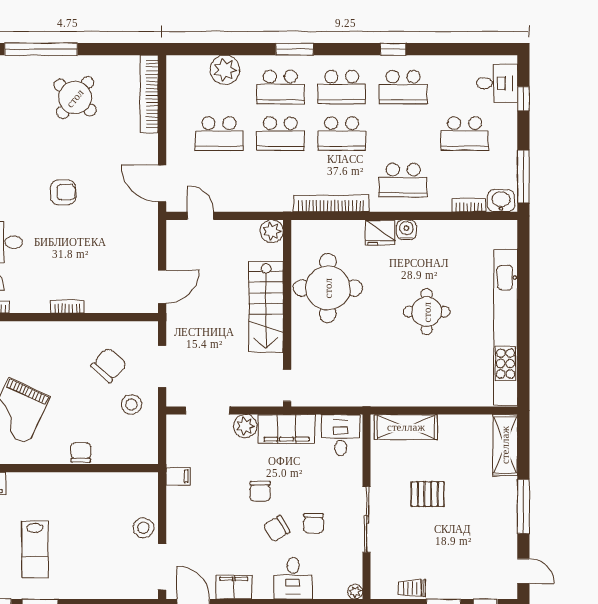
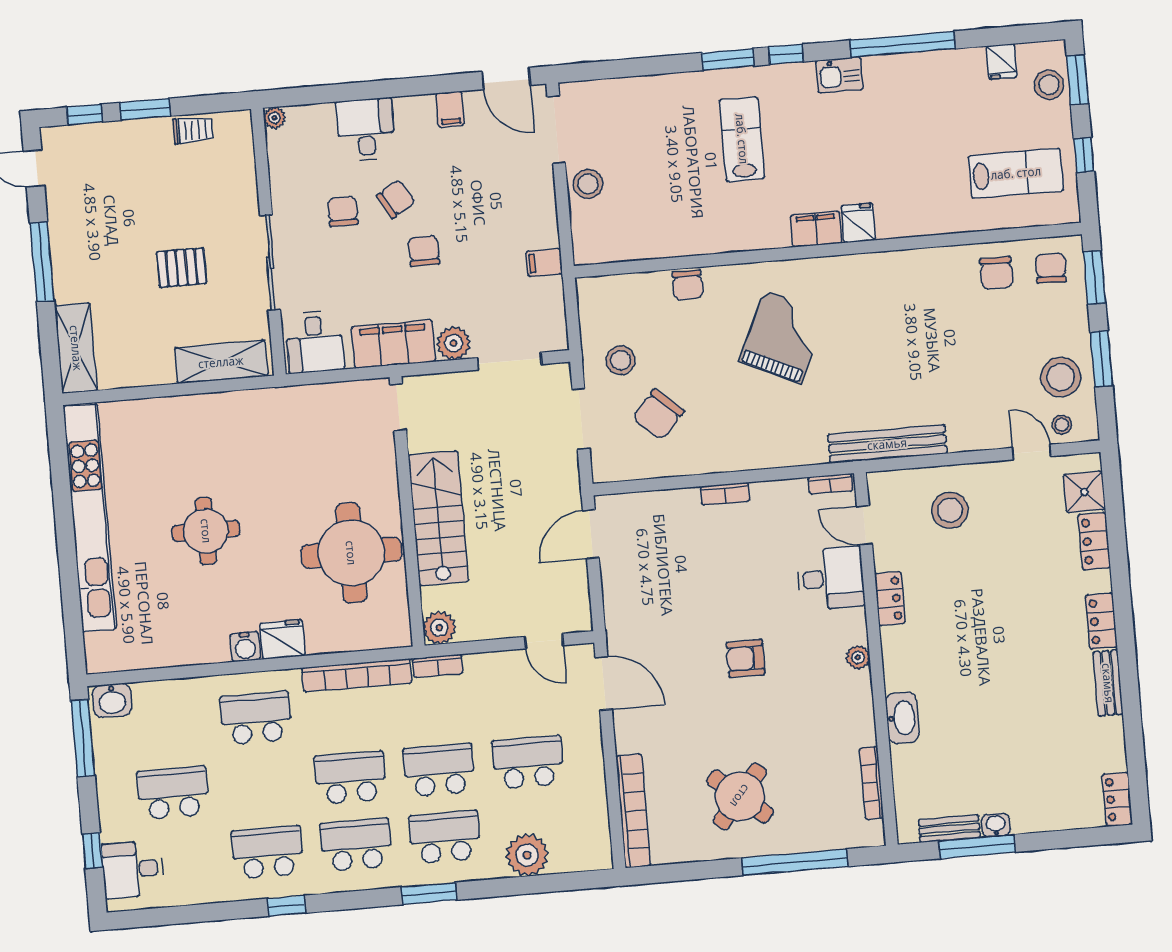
bookcase: (469, 205) -> (438, 666), moved
sliding door: (367, 519) -> (270, 263), moved
filing cabinet: (234, 587) -> (450, 109), width x0.50

